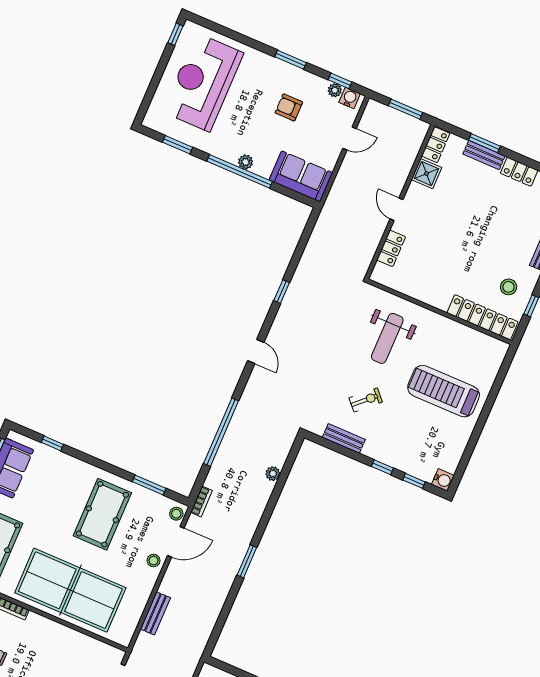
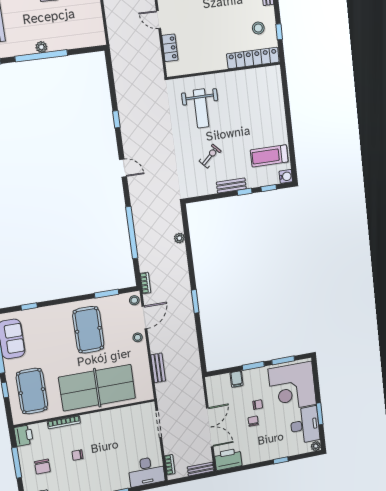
sofa: (301, 176) -> (84, 35), removed
treadmill: (444, 391) -> (269, 156), moved, width x0.73, depth x0.73
bench: (344, 438) -> (231, 186), moved

